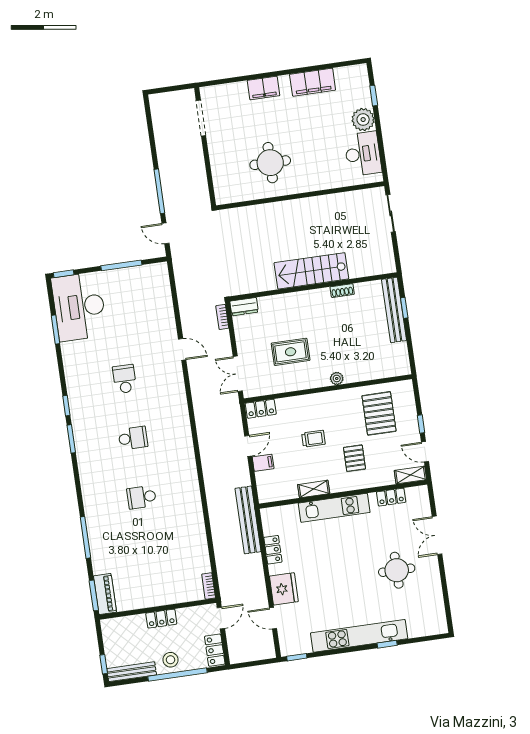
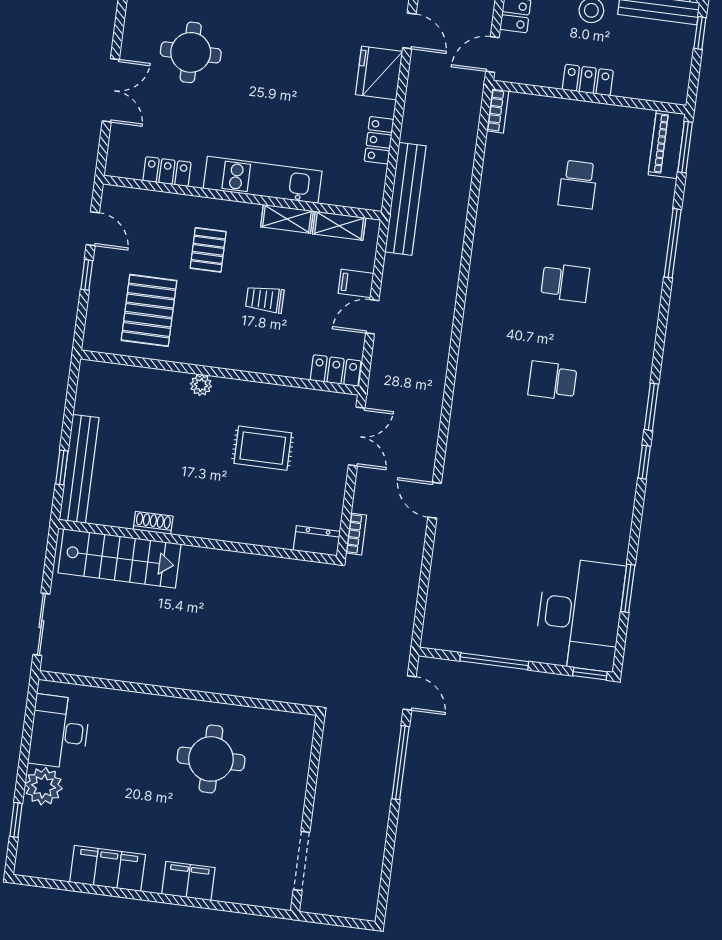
stairs: (311, 271) -> (120, 558), moved
school desk: (124, 379) -> (578, 184), moved
shelving: (410, 475) -> (339, 226), moved

